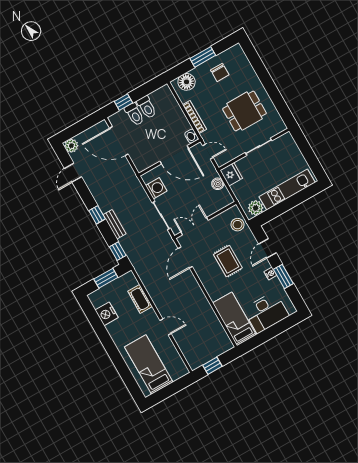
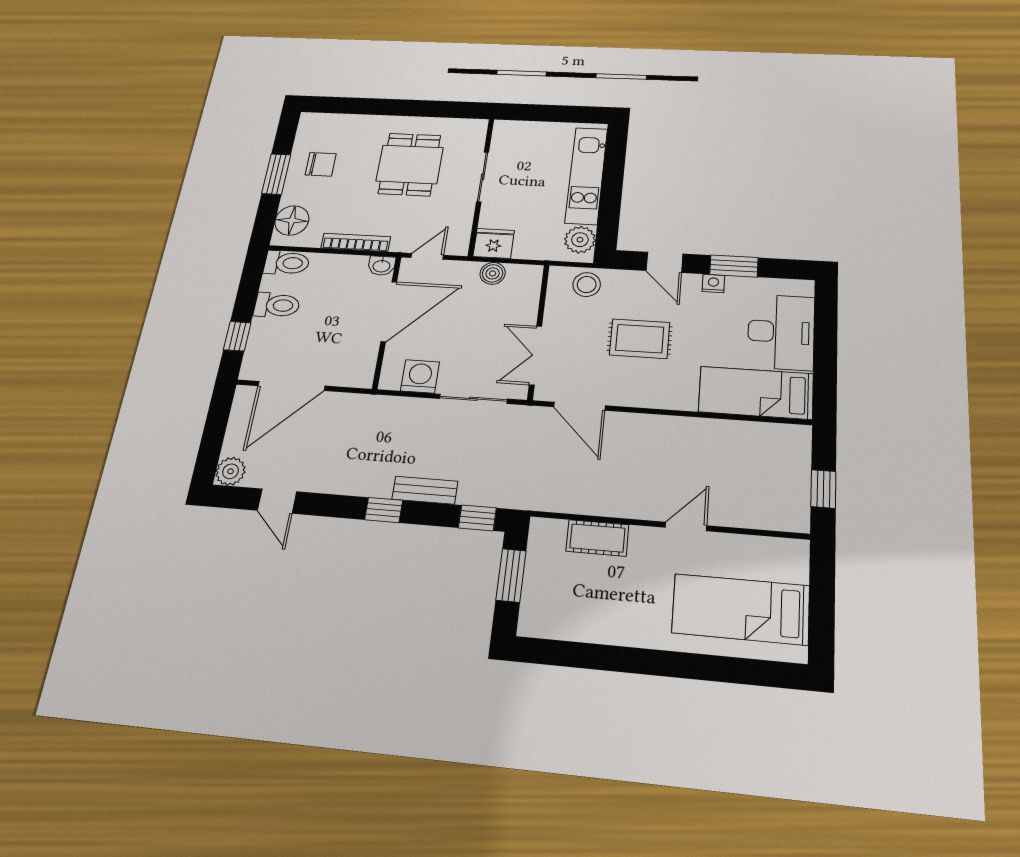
toilet: (134, 114) -> (287, 263), moved
nightstand: (107, 314) -> (581, 622), removed

